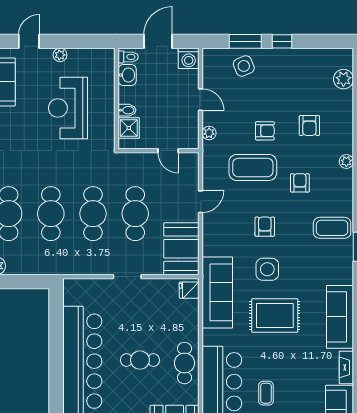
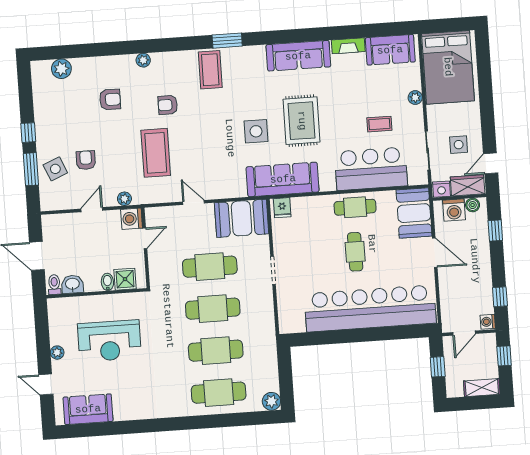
washing machine: (189, 58) -> (132, 219), moved, turned 180
armchair: (265, 131) -> (86, 160), moved
armchair: (265, 227) -> (214, 137), removed

